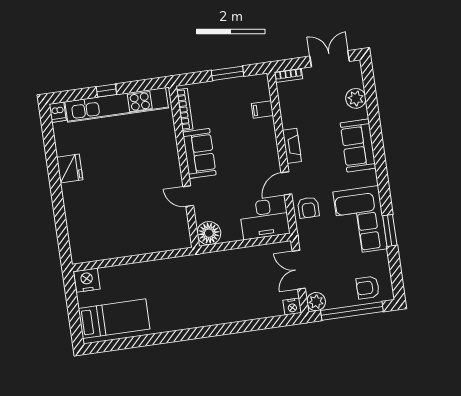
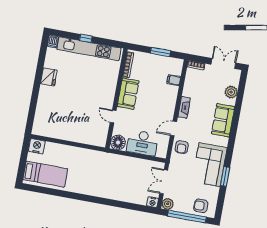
desk: (264, 219) -> (142, 143), moved

